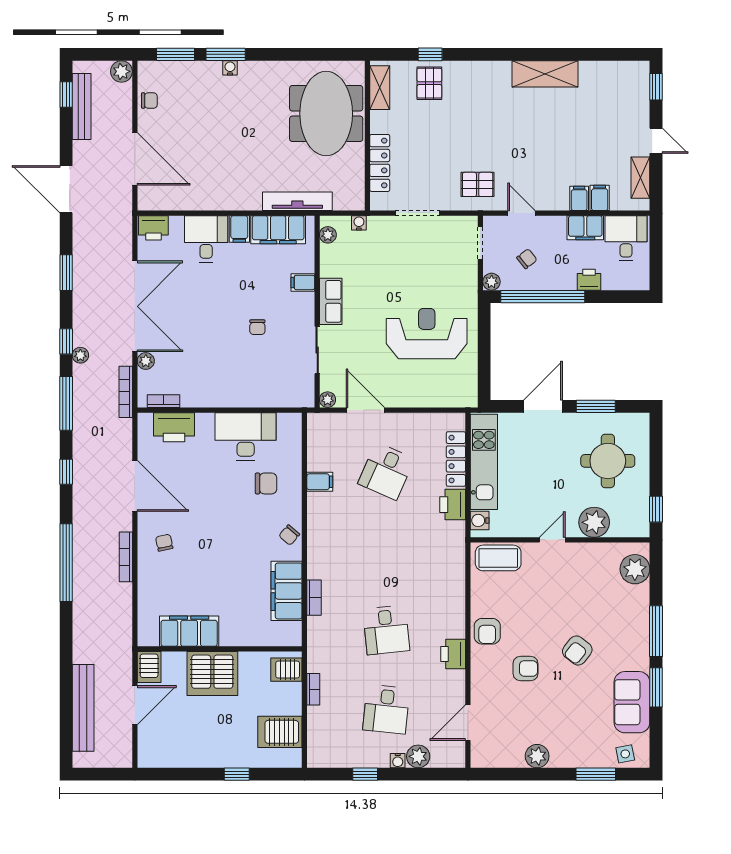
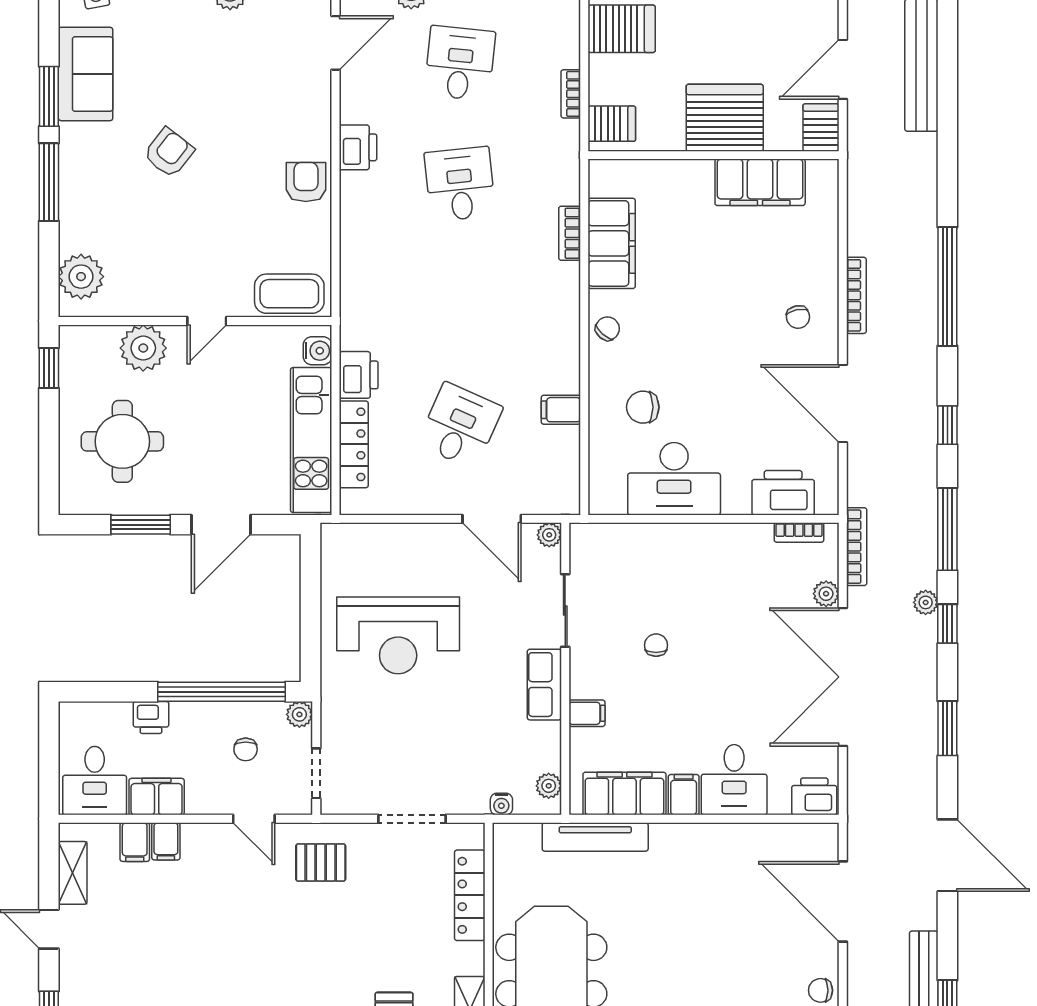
chair: (527, 259) -> (246, 749), turned -52
armchair: (525, 668) -> (248, 125), removed

